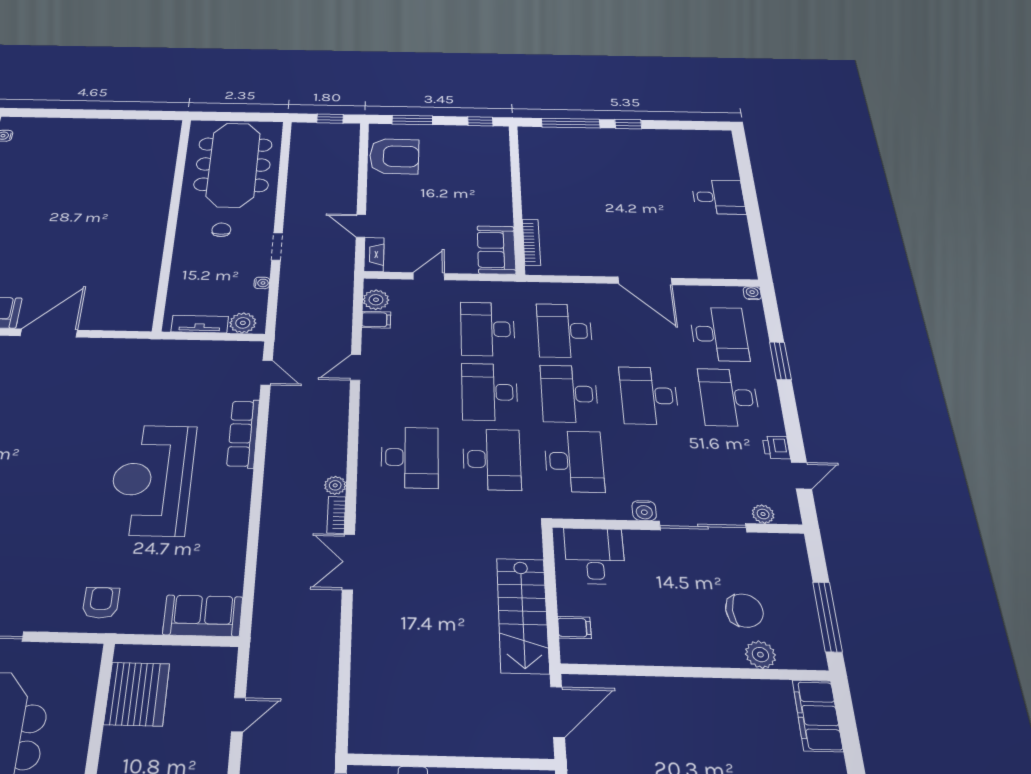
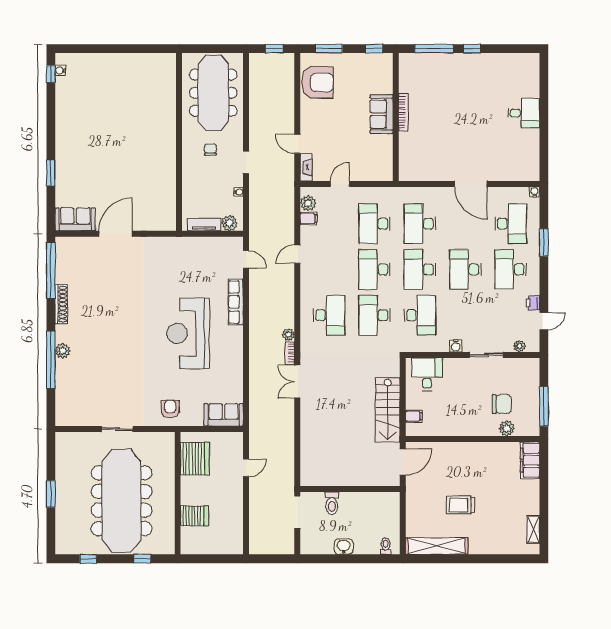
bookcase: (531, 242) -> (403, 112), moved
sofa: (496, 250) -> (382, 114), moved
desk: (492, 459) -> (374, 315), turned 180
sliding door: (703, 527) -> (486, 355), width x0.73

